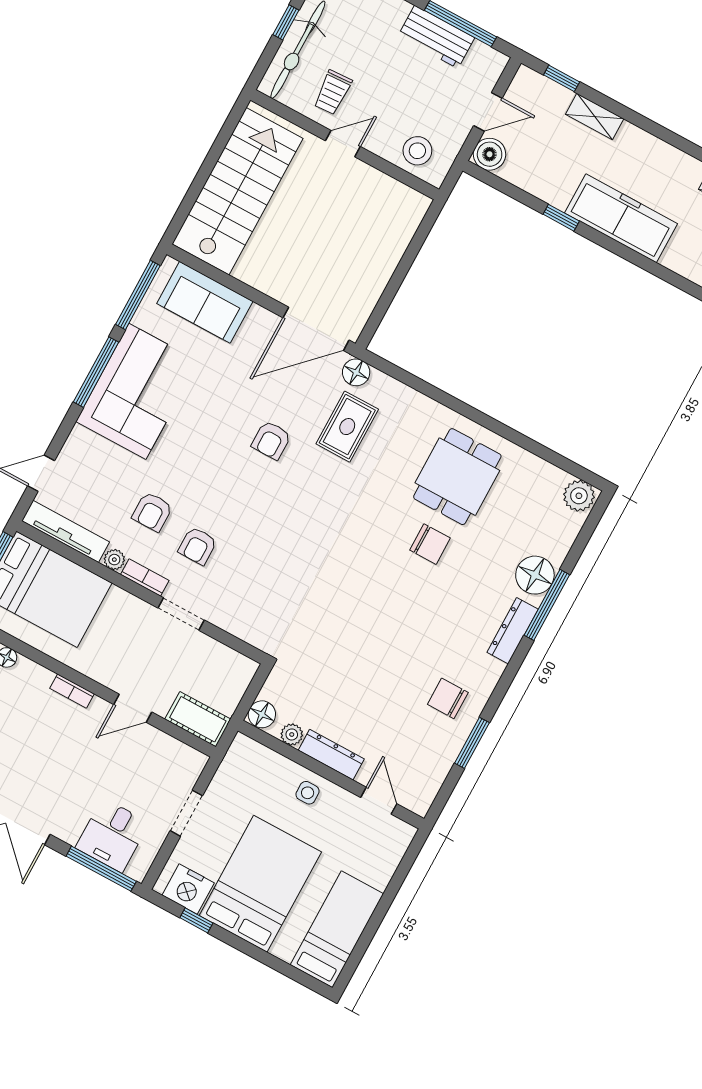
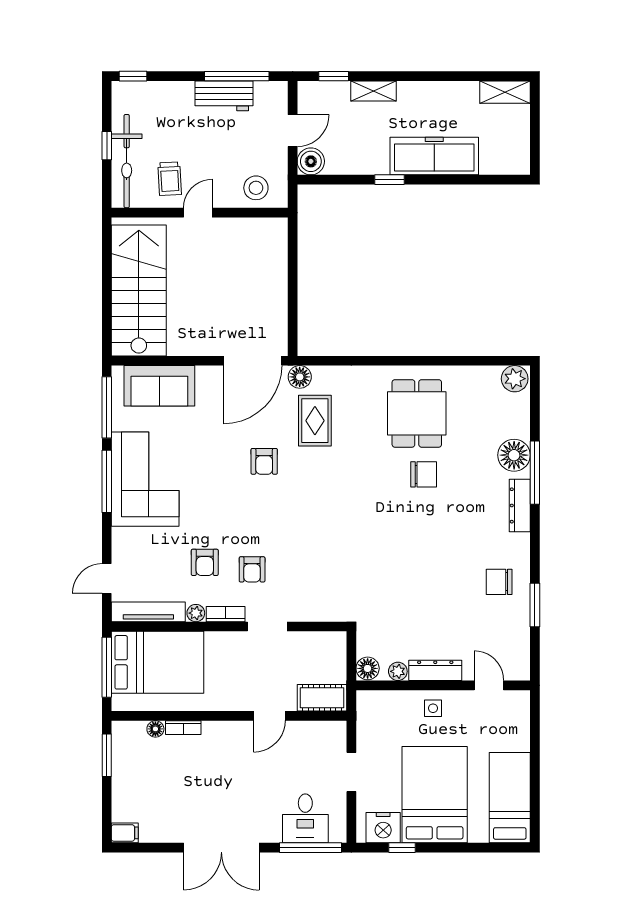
bookcase: (72, 691) -> (183, 728), moved

